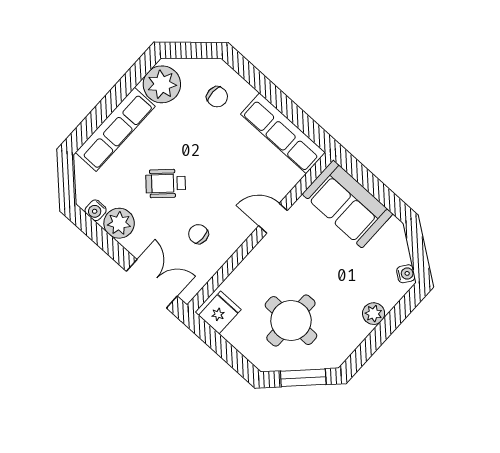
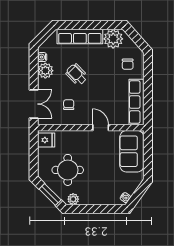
plant: (374, 314) -> (73, 199), moved

